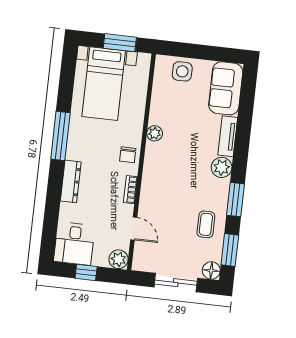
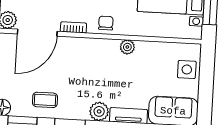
chair: (128, 155) -> (106, 23), turned 90
door: (134, 229) -> (37, 33), width x1.88

